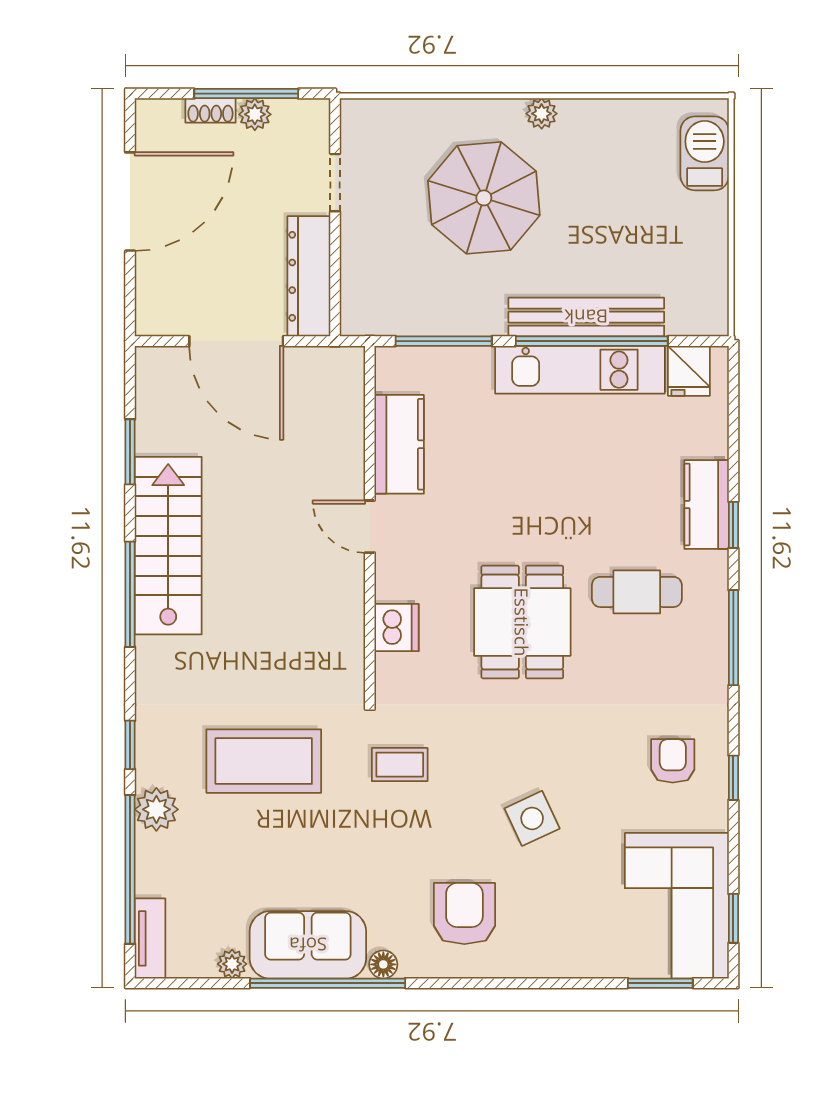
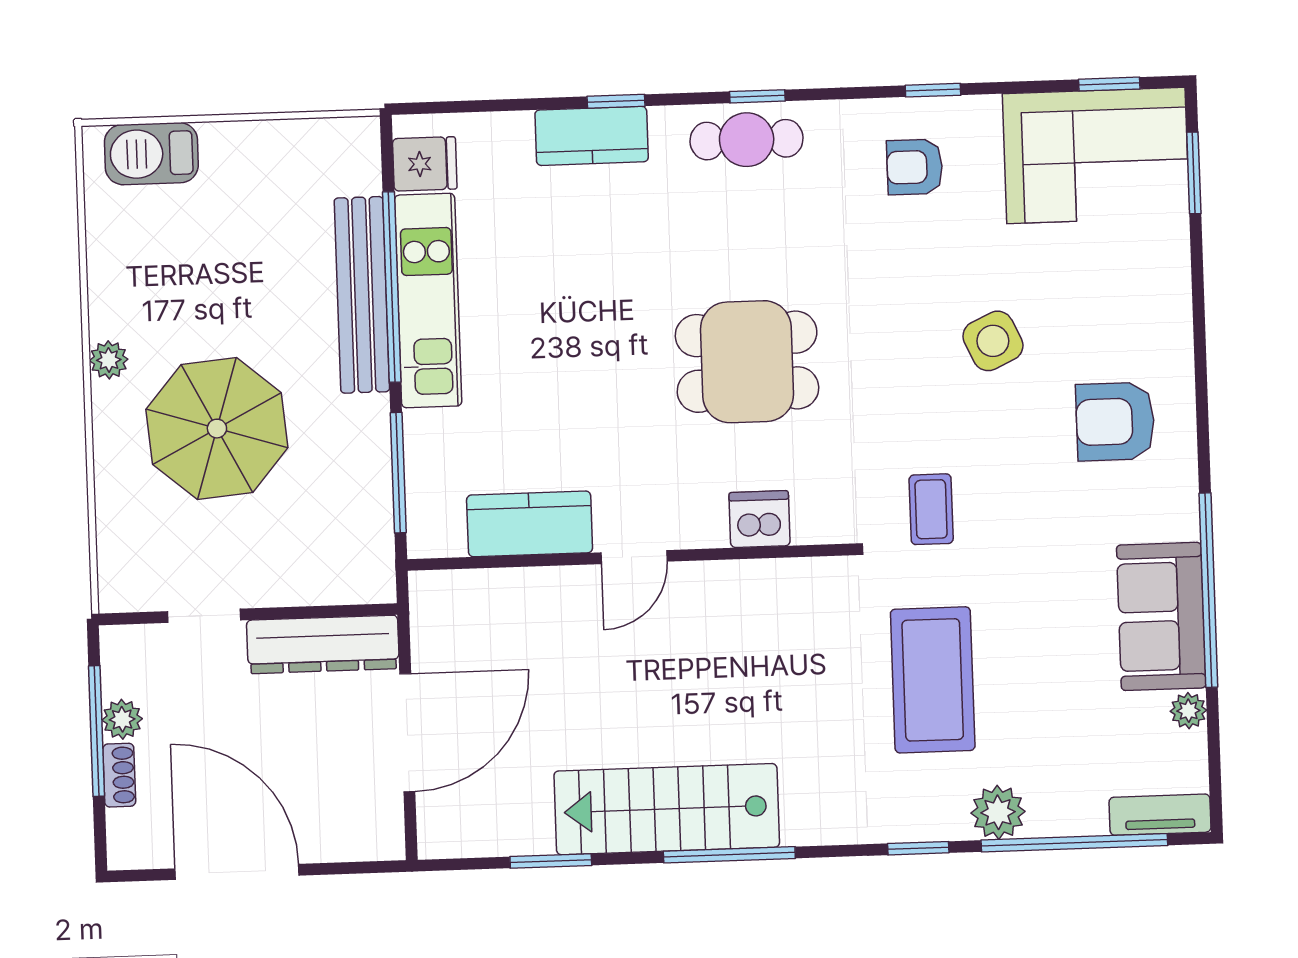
cafe table: (637, 592) -> (747, 140), moved, turned 90
window: (733, 638) -> (757, 96), width x0.46
floor lamp: (383, 964) -> (1182, 521), removed

